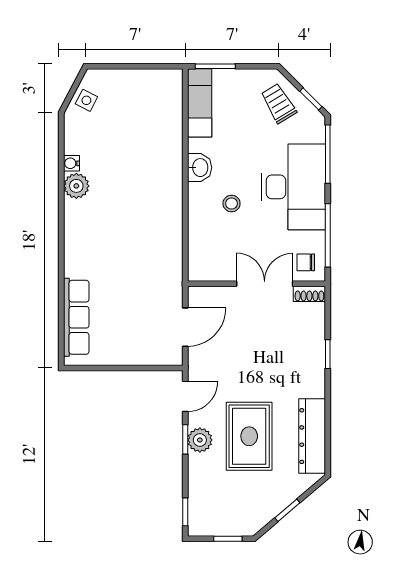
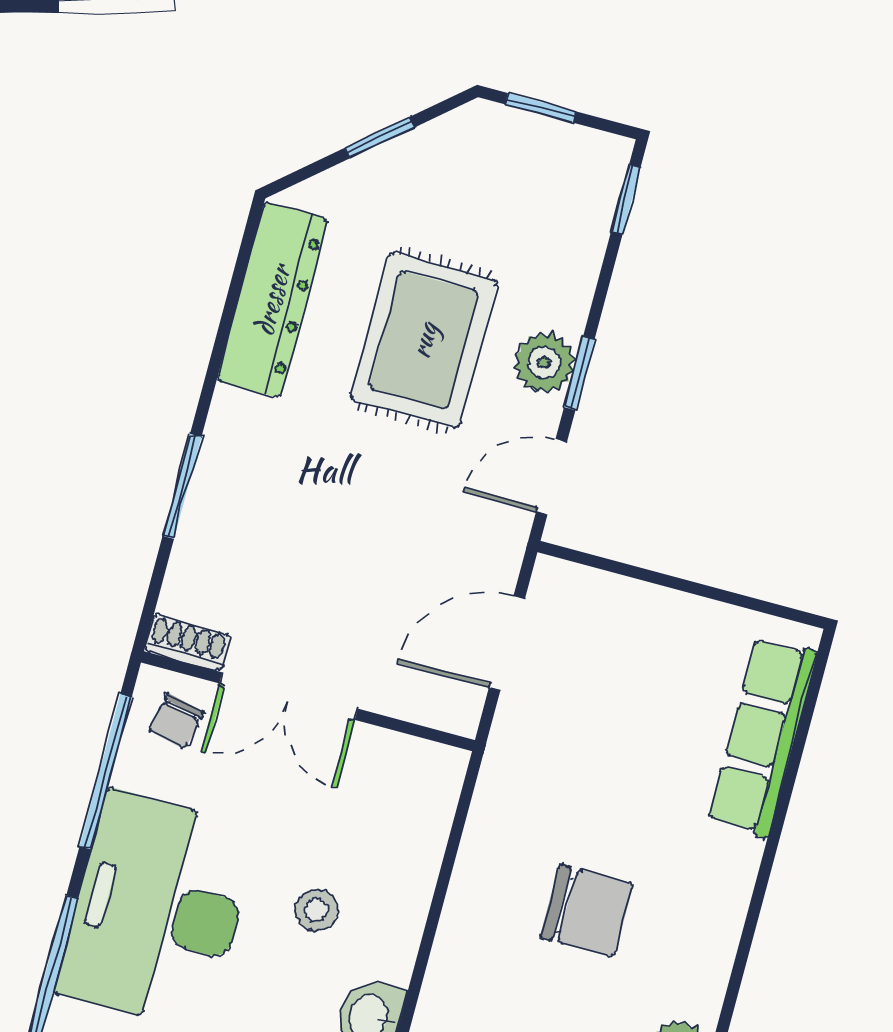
chair: (126, 231) -> (587, 911), added
chair: (306, 262) -> (176, 721), turned 103
window: (328, 354) -> (182, 486), width x1.50

